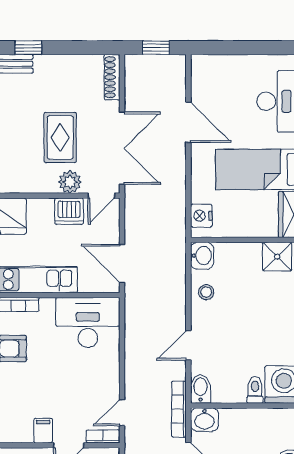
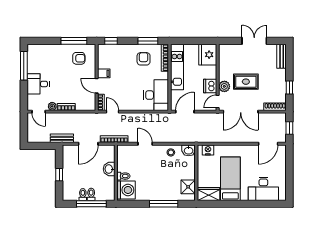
window: (28, 48) -> (289, 88), moved
door: (188, 122) -> (268, 144), moved
door: (101, 196) -> (218, 102), hinge flipped
bidet: (201, 389) -> (124, 150), removed
washbasin: (204, 420) -> (109, 169), moved

